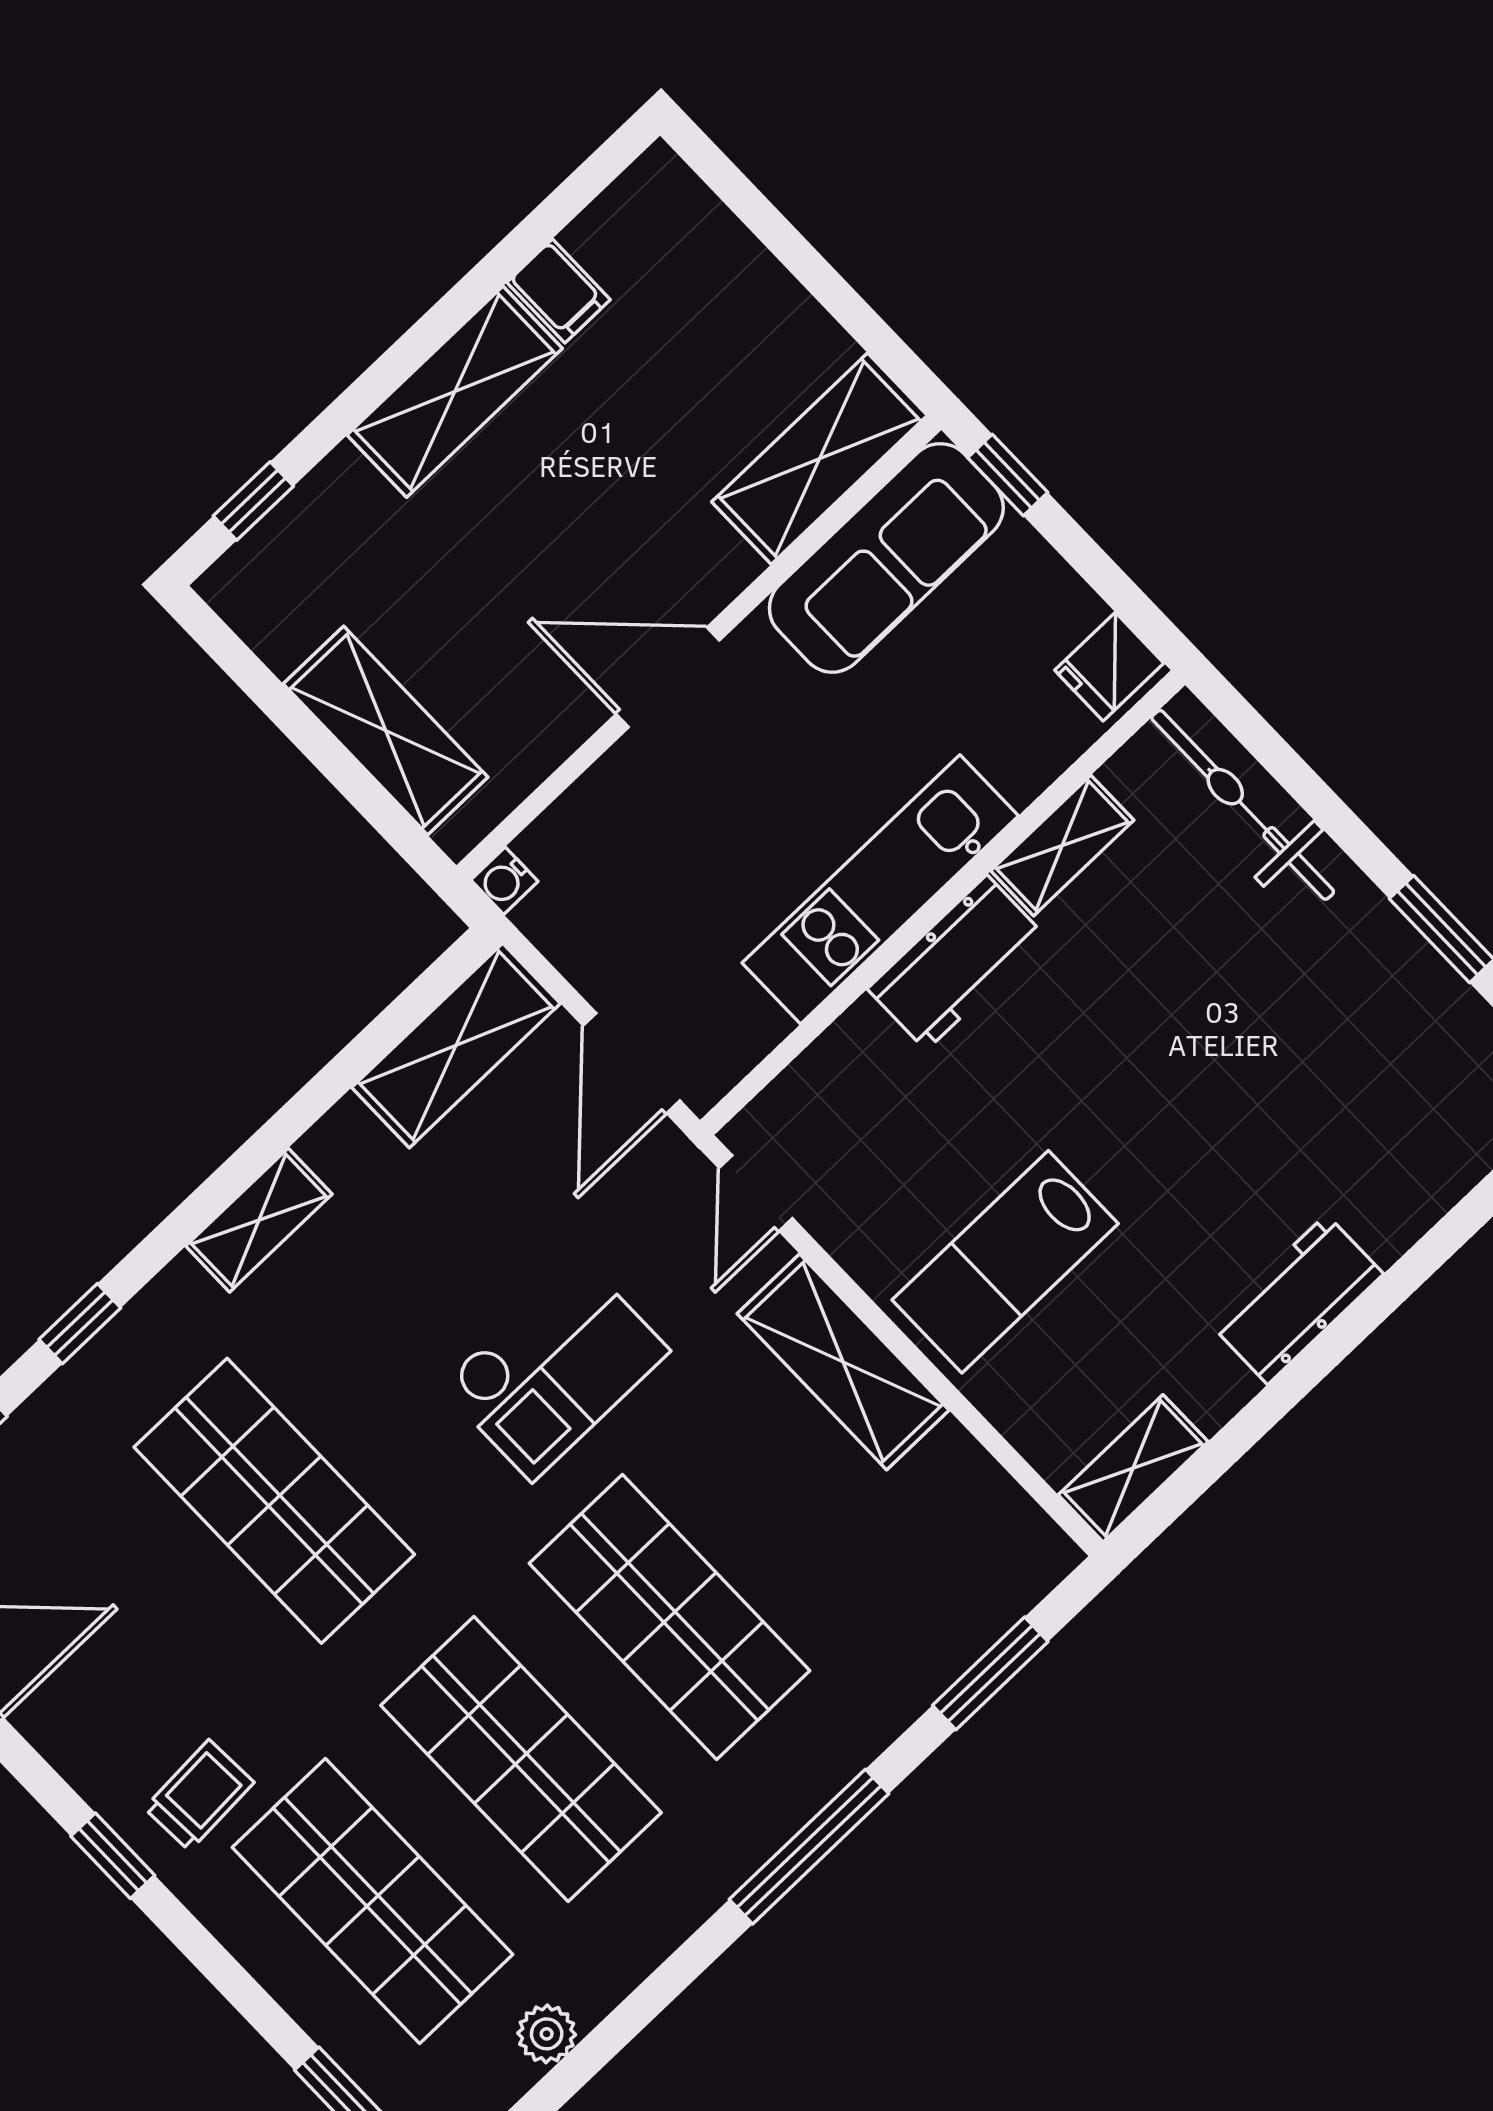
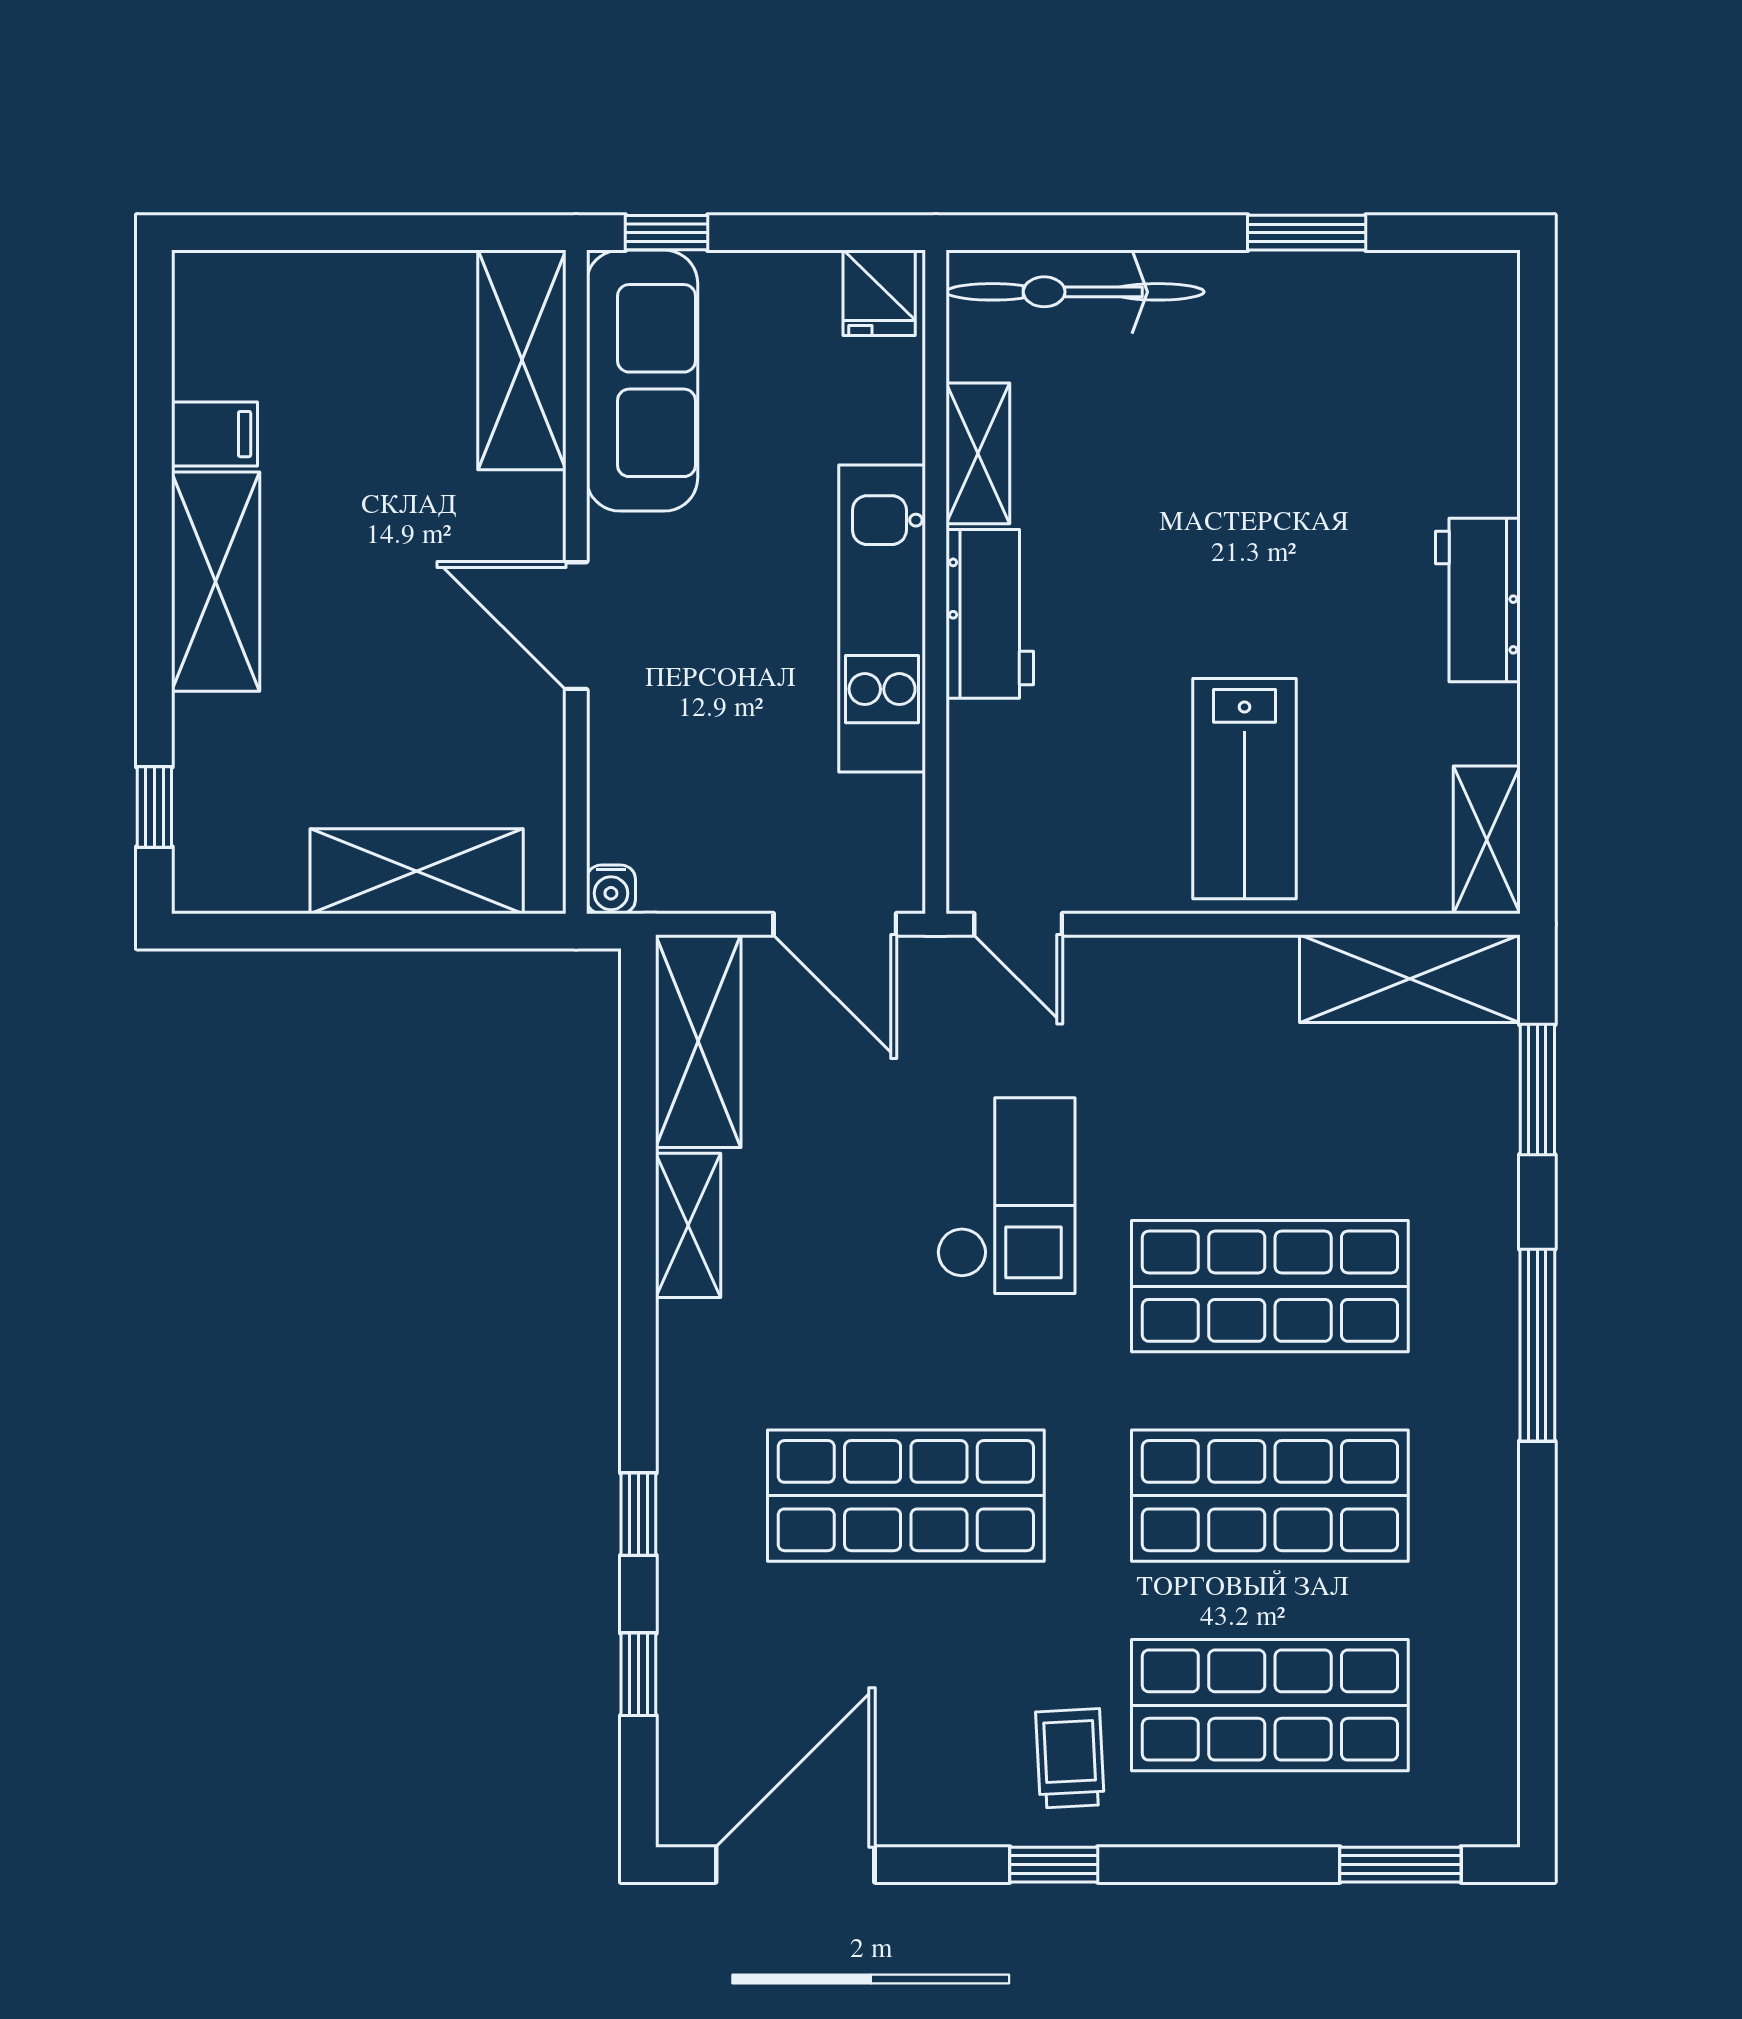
door: (668, 677) -> (576, 626), hinge flipped
shelving: (259, 1220) -> (688, 1225), moved
shelving: (843, 1362) -> (1410, 979), moved
plant: (547, 2034) -> (1491, 1670), removed

